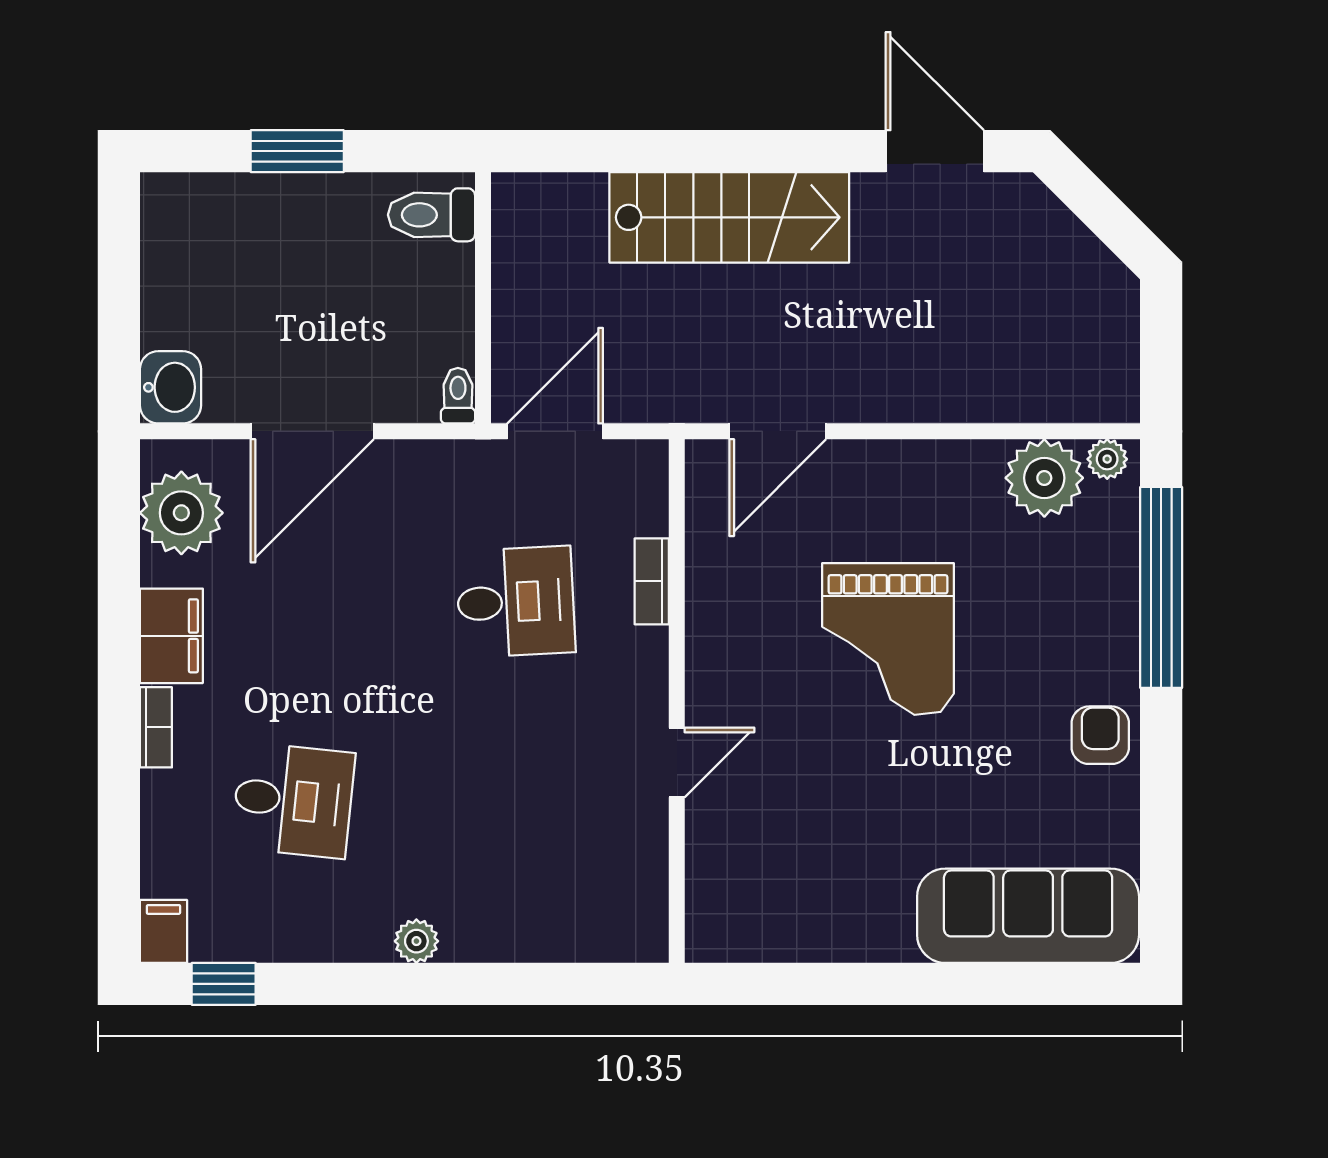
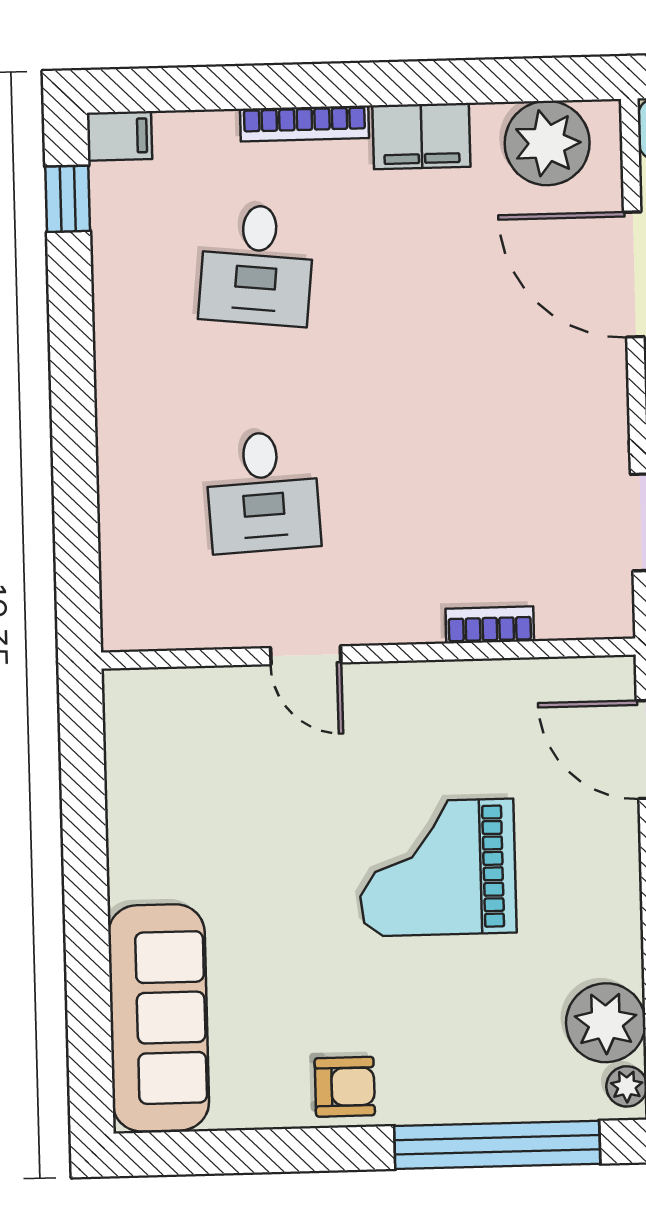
desk: (516, 602) -> (263, 492), moved
bookcase: (156, 727) -> (305, 123), width x1.56
plant: (416, 941) -> (116, 394), removed

